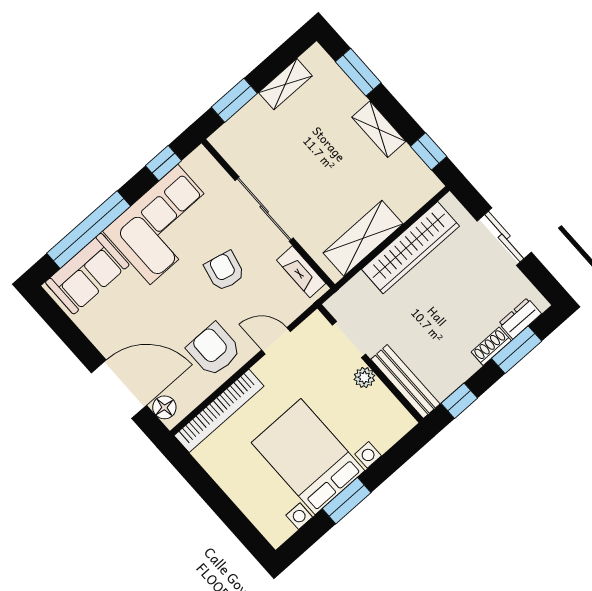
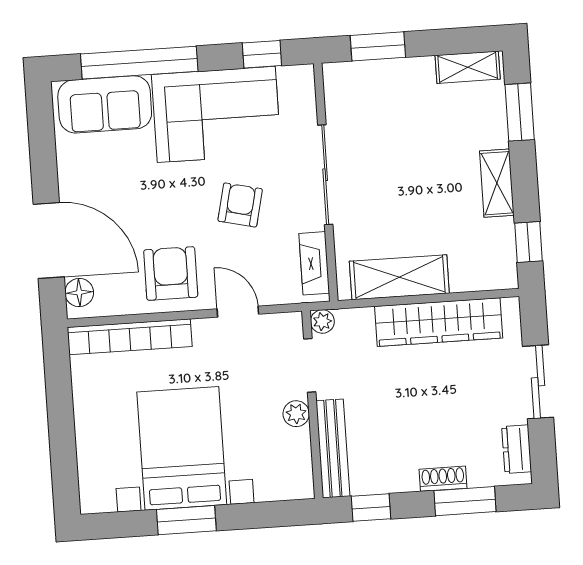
shelving: (285, 84) -> (468, 67), moved
plant: (335, 305) -> (322, 321), added
dresser: (520, 318) -> (517, 449), moved, turned -90

